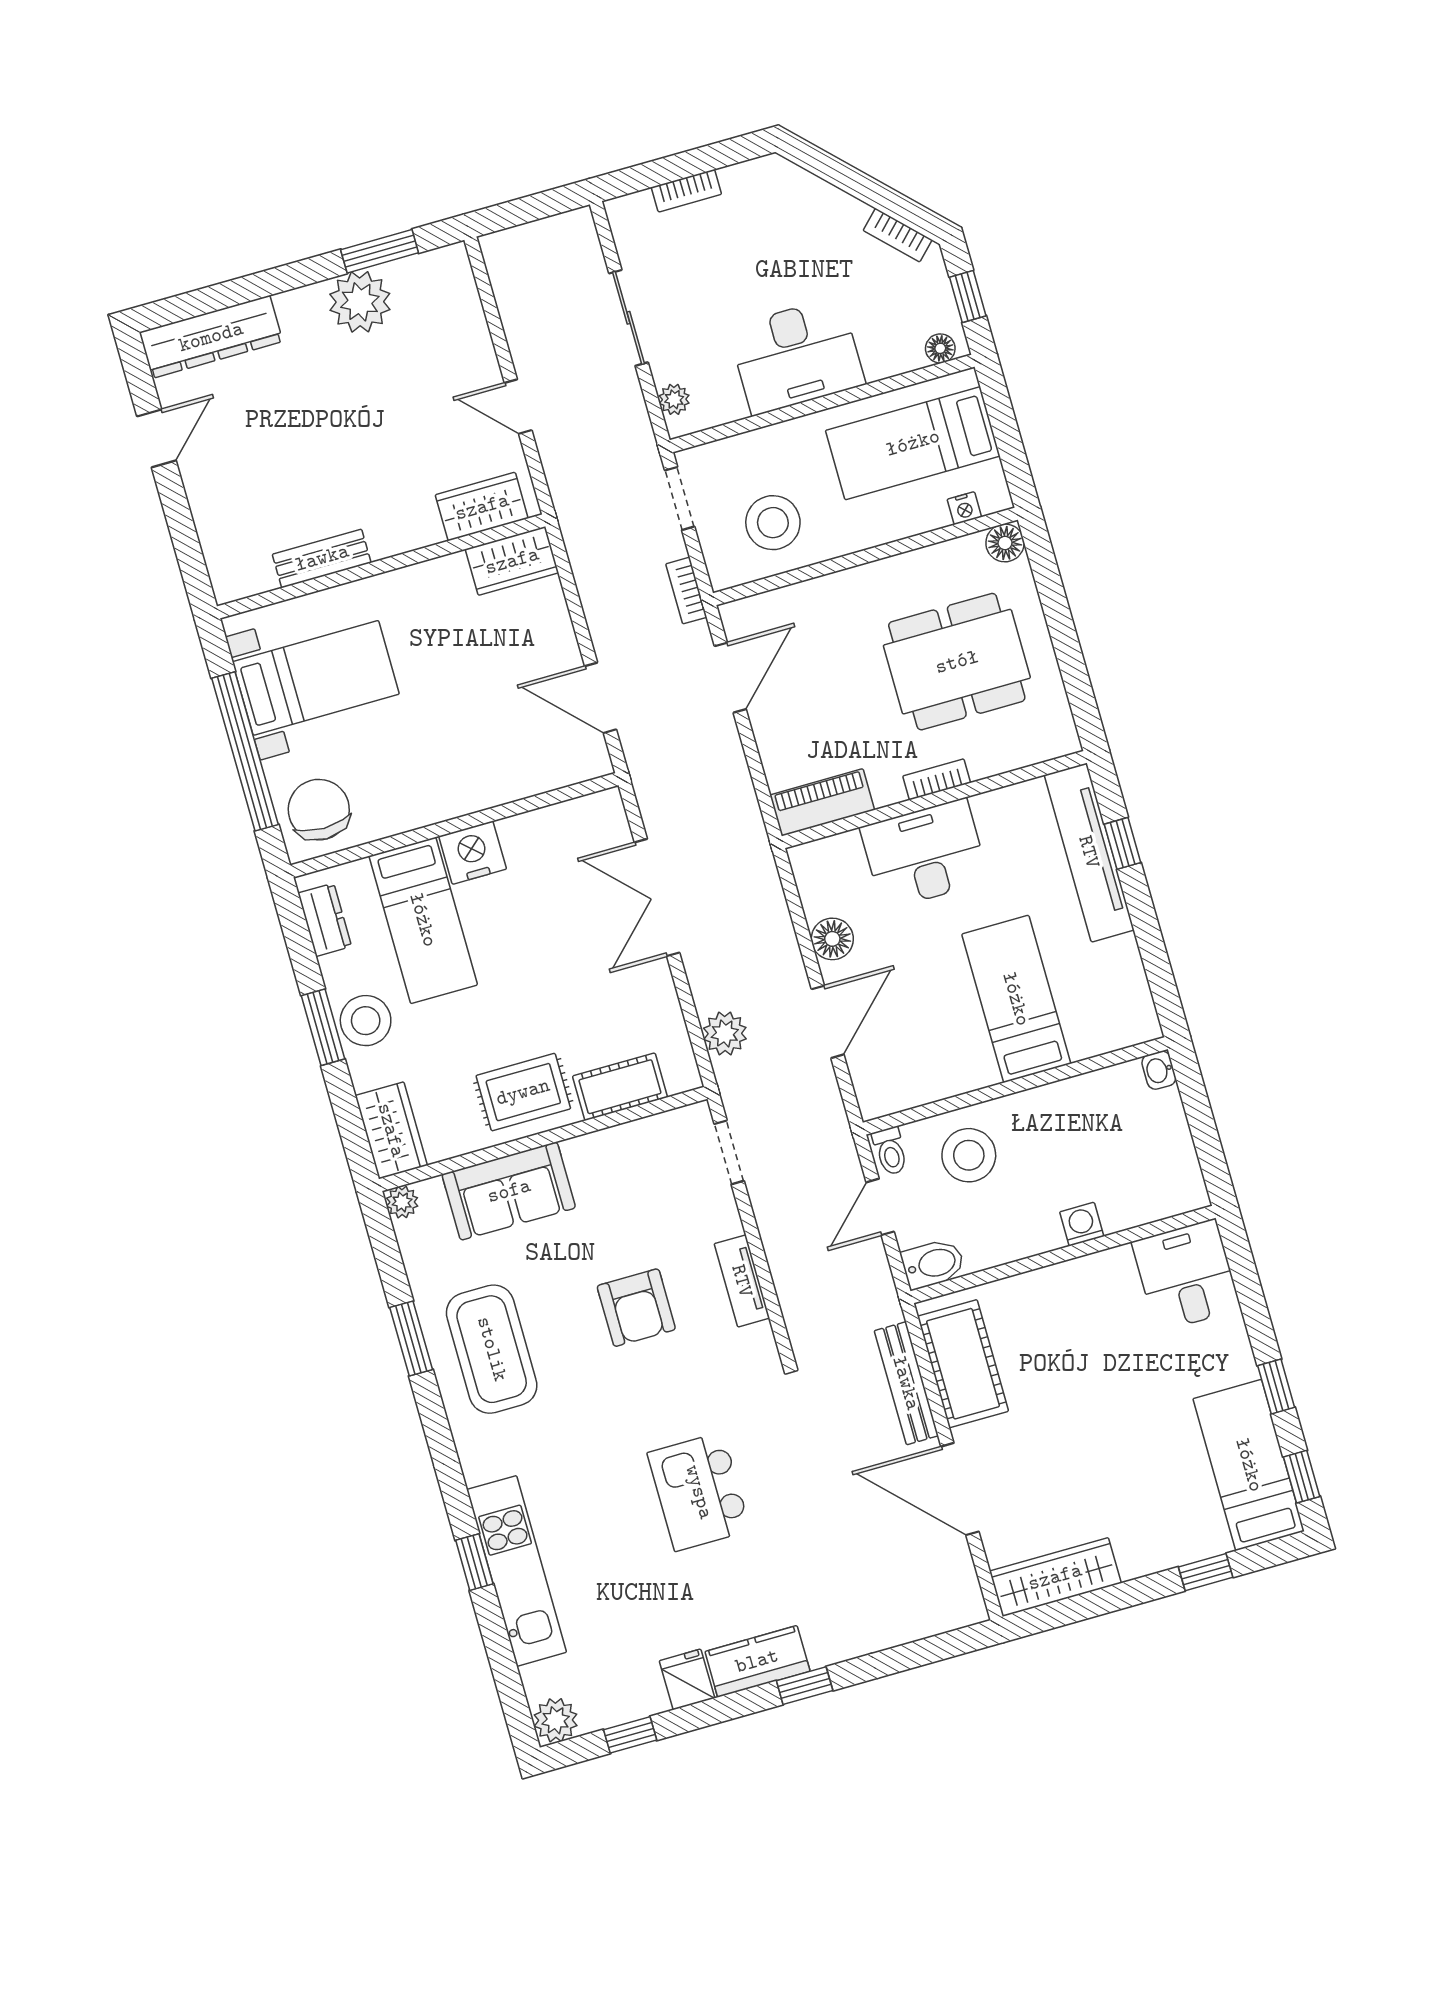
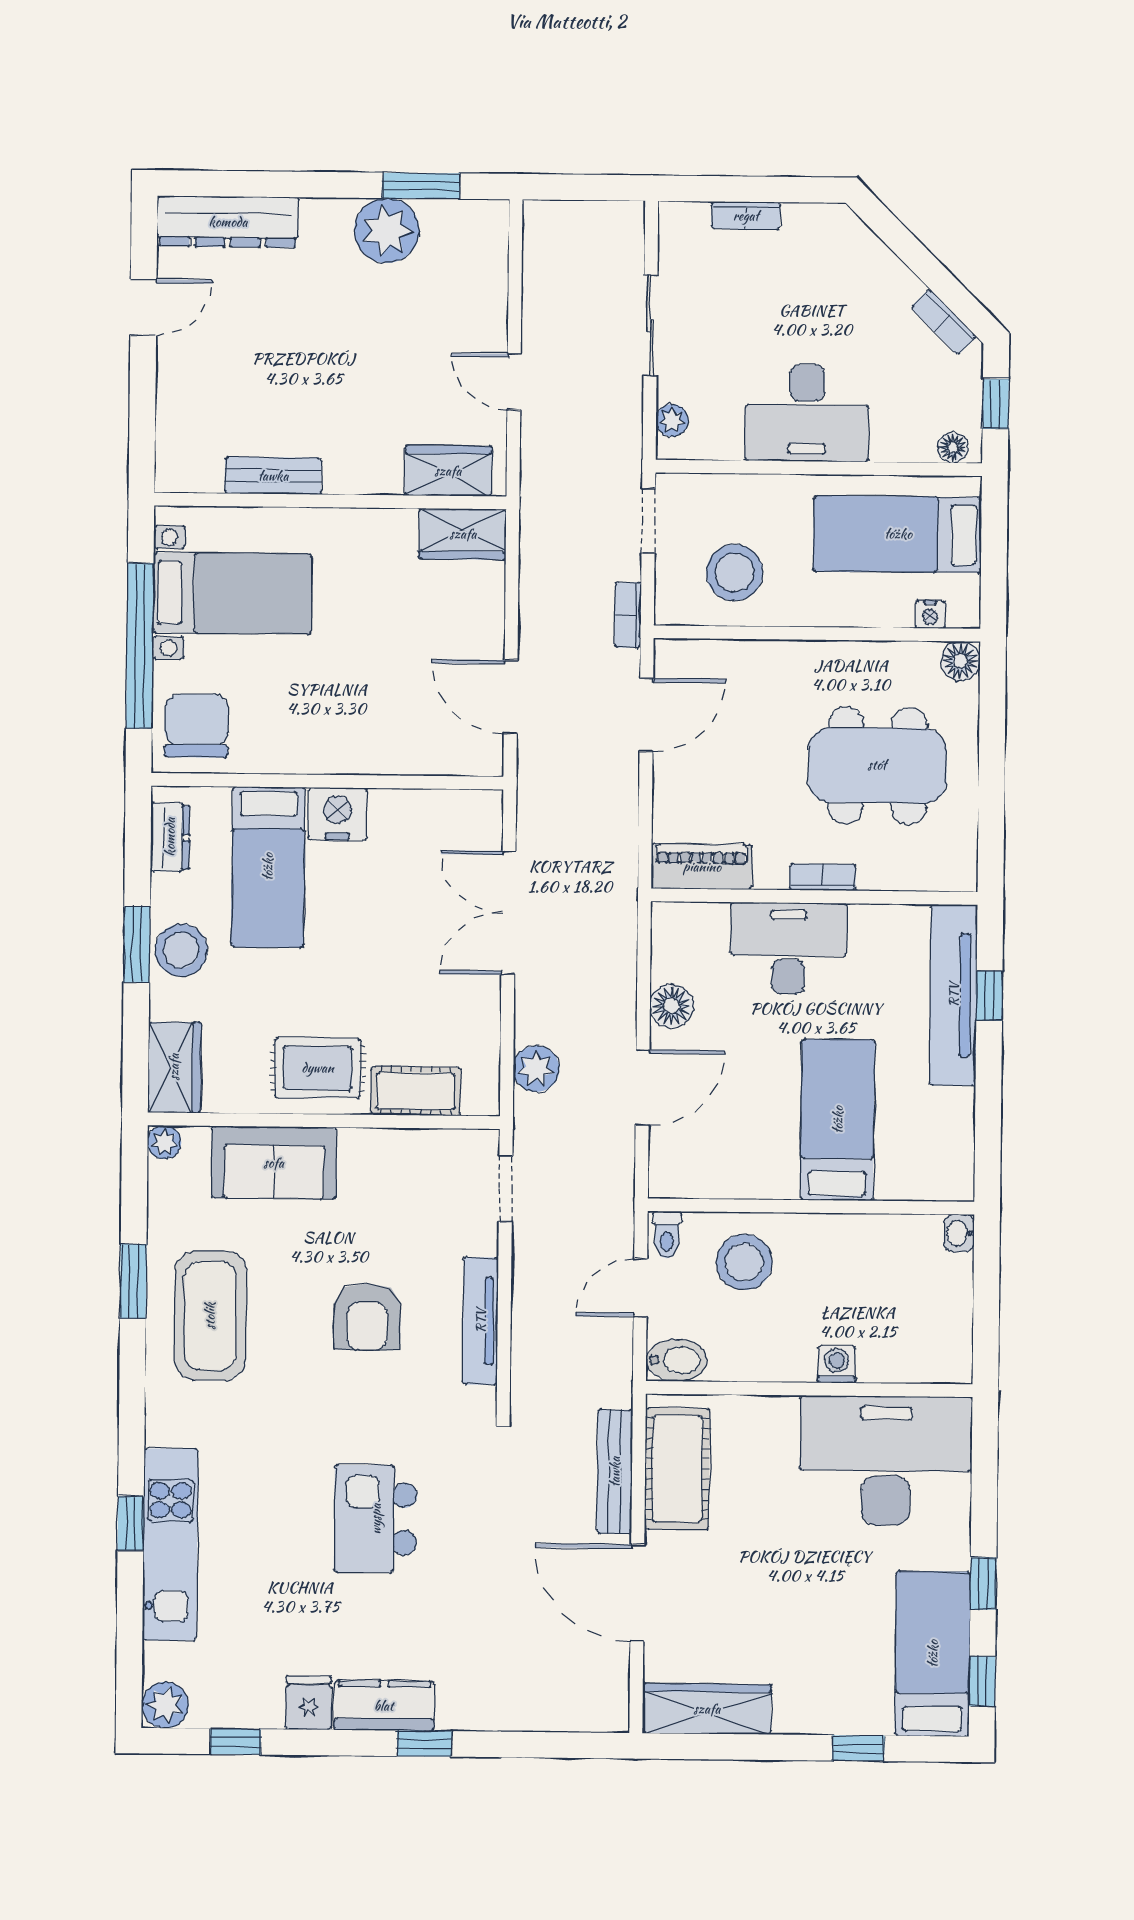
desk: (1186, 1275) -> (886, 1461), width x1.87, depth x1.30
tv unit: (742, 1281) -> (481, 1321), width x1.41

